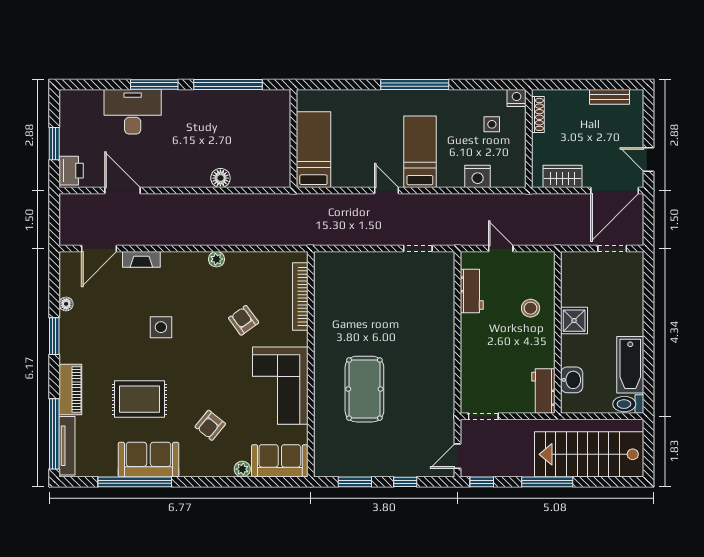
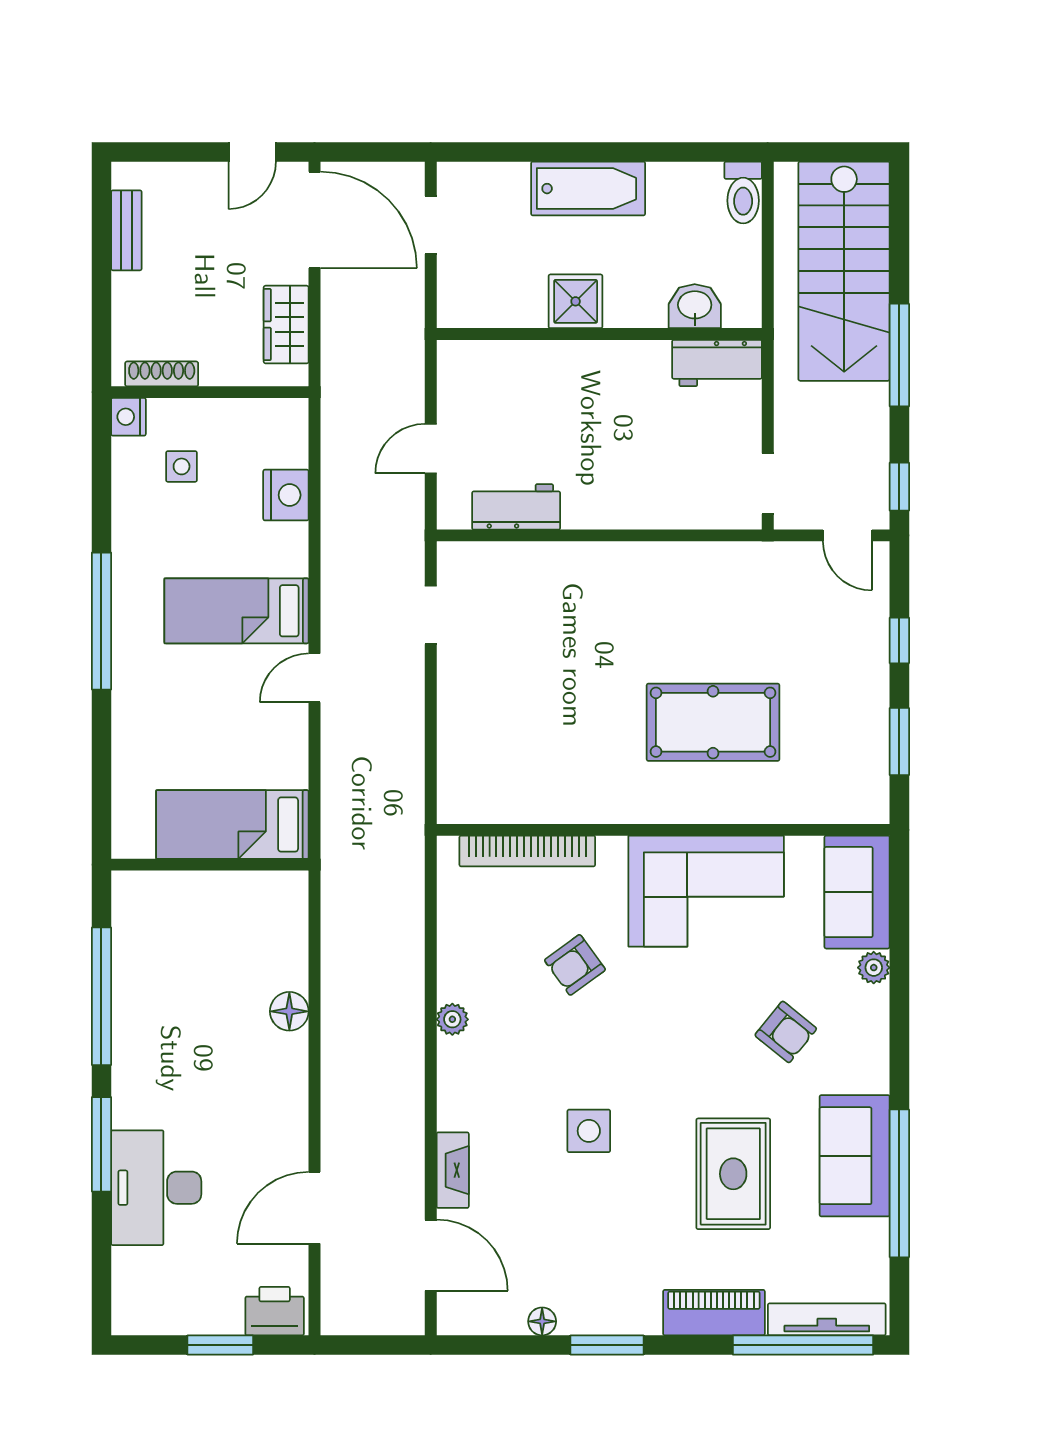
stool: (531, 308) -> (551, 389), removed
bathtub: (630, 365) -> (588, 189), moved

